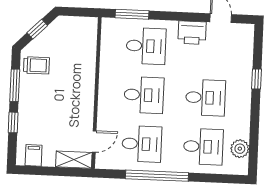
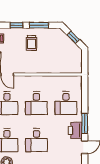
window: (132, 14) -> (85, 124), moved
trolley: (36, 65) -> (32, 43), moved

